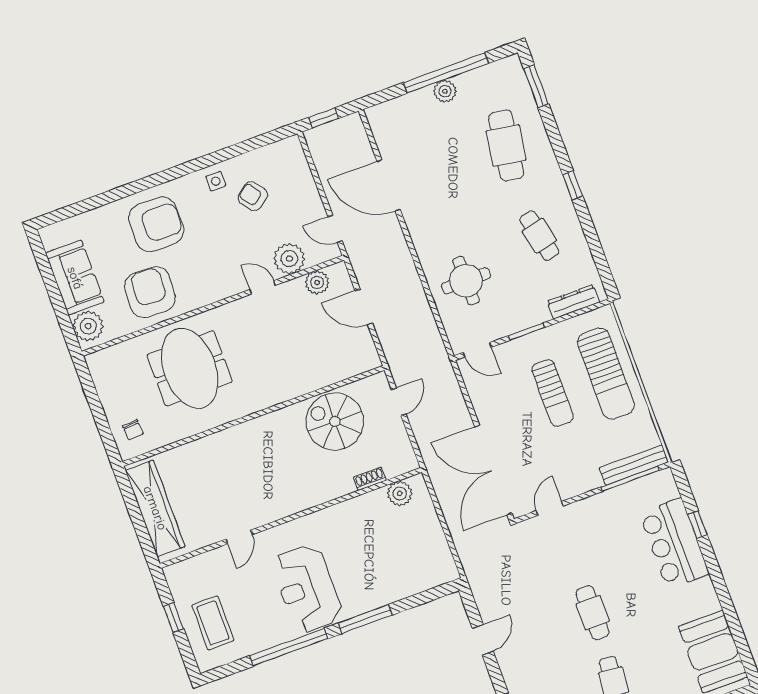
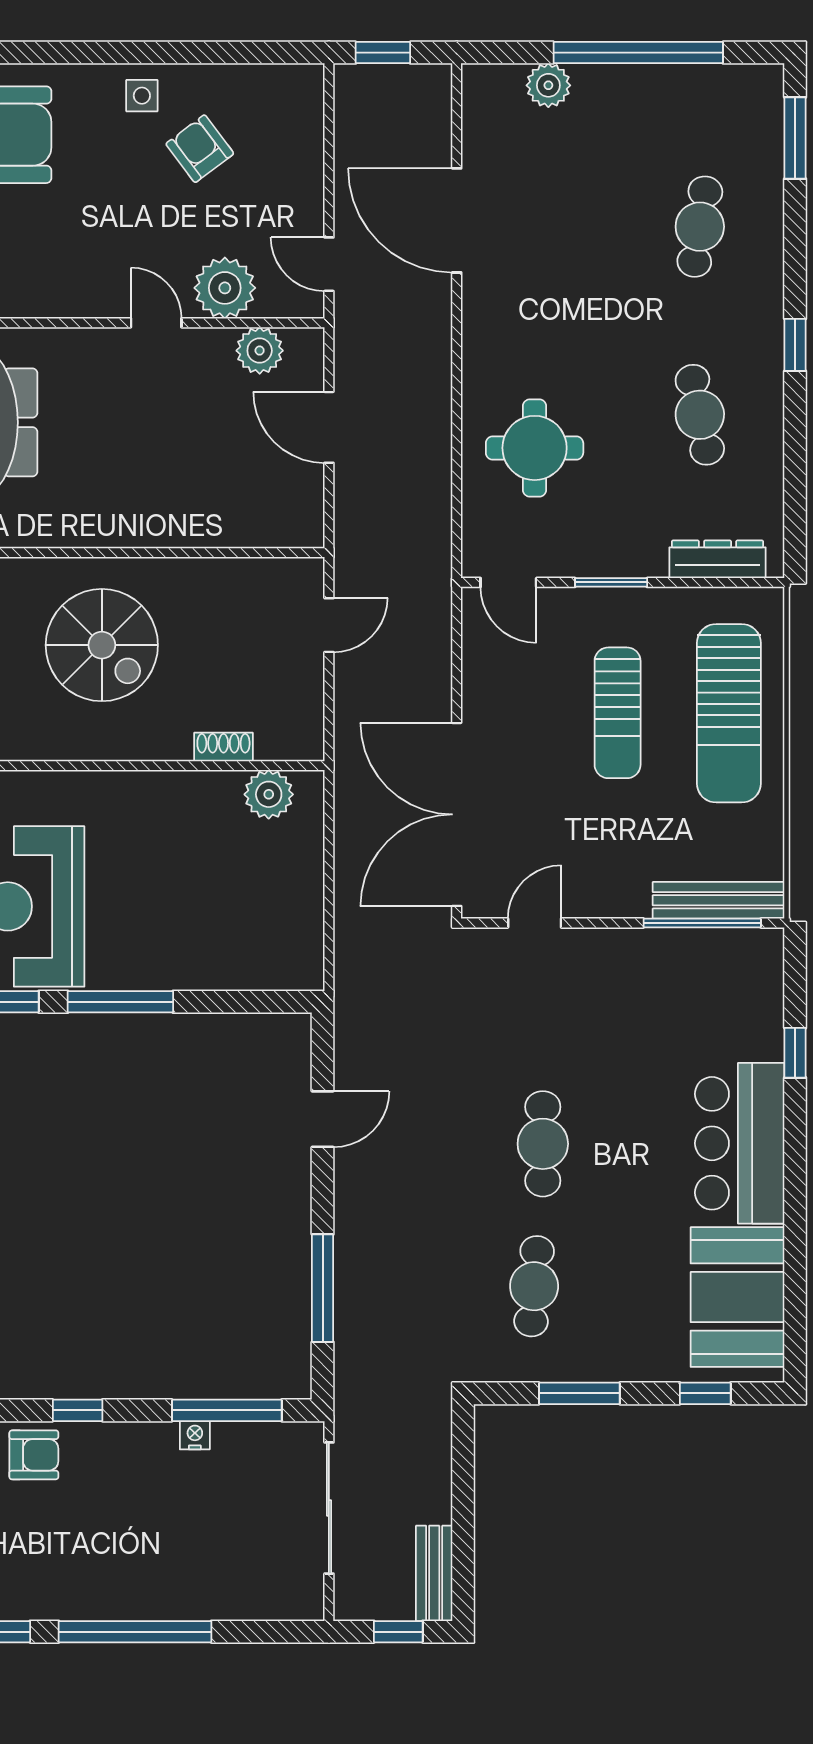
plant: (445, 91) -> (548, 85), moved
cafe table: (506, 145) -> (700, 227), width x0.73, depth x0.74
spiral stairs: (335, 422) -> (102, 645), moved, turned 180
bar counter: (674, 544) -> (740, 1143), moved

